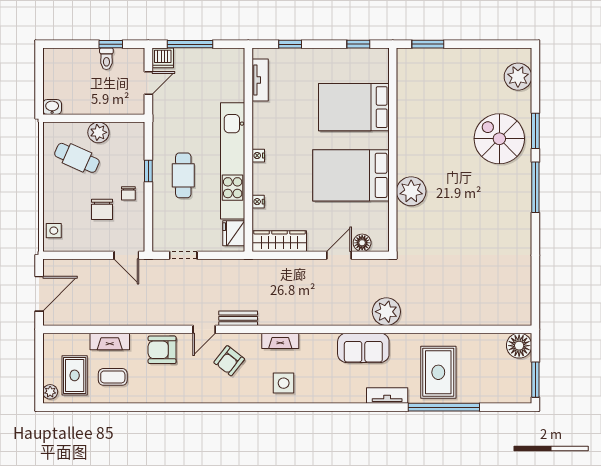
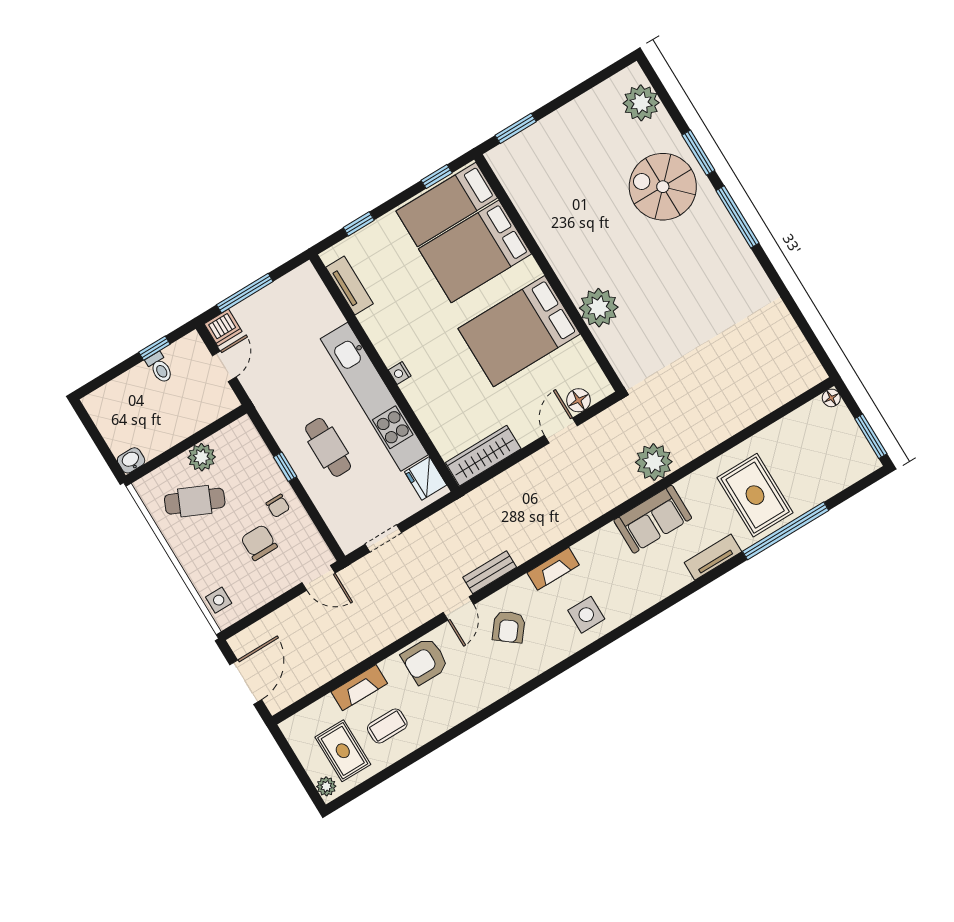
bed: (354, 66) -> (447, 204), added
nightstand: (258, 202) -> (431, 425), removed
chair: (102, 209) -> (259, 543), turned 180
floor lamp: (519, 346) -> (831, 398), width x0.53, depth x0.53

